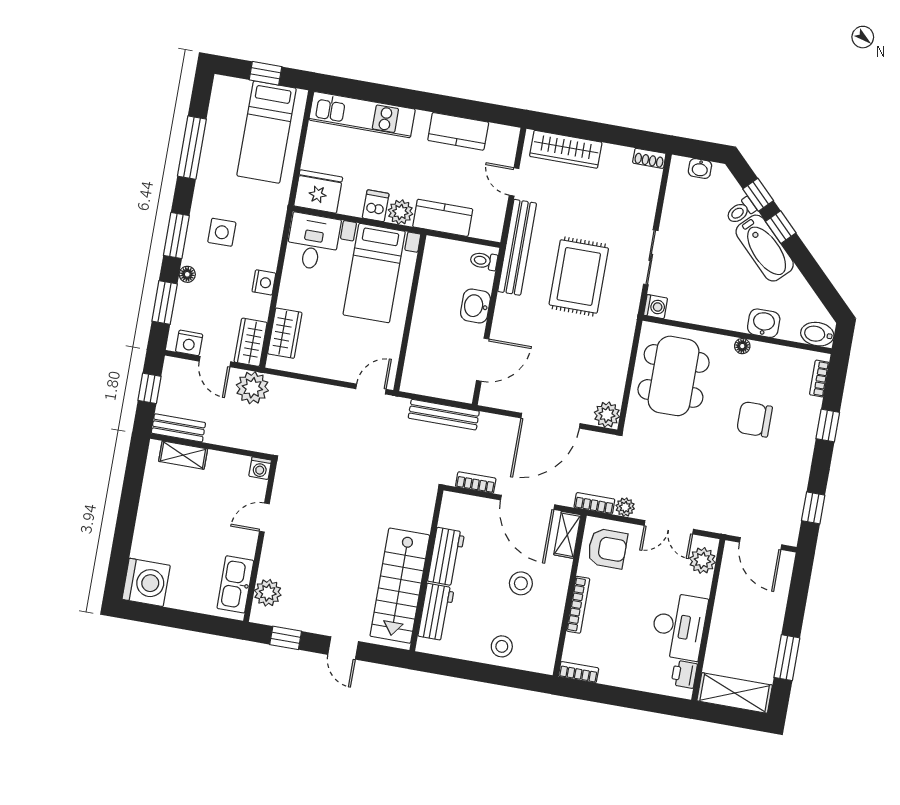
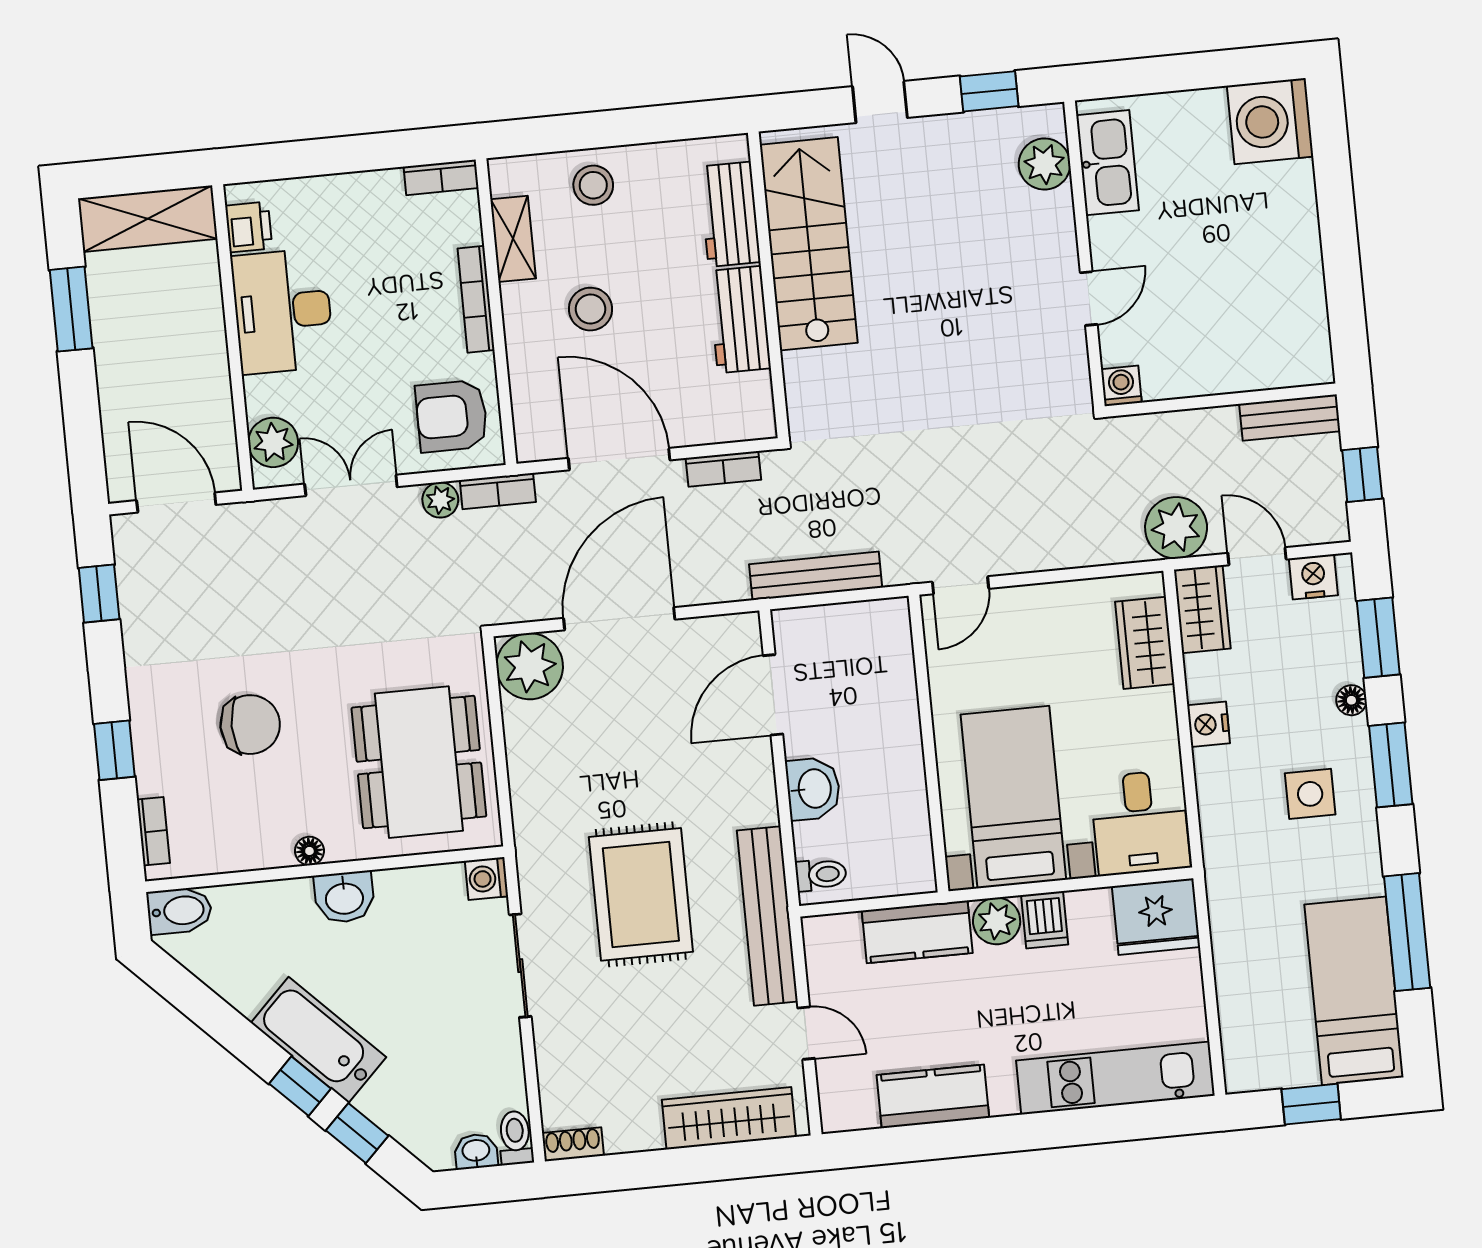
bed: (266, 132) -> (1354, 991), moved
toilet: (741, 211) -> (515, 1138), moved, turned -45
washbasin: (764, 323) -> (344, 897), moved
plant: (607, 415) -> (530, 666), width x1.36, depth x1.36
shelving: (183, 455) -> (1267, 371), removed
shelving: (567, 535) -> (513, 239), moved

